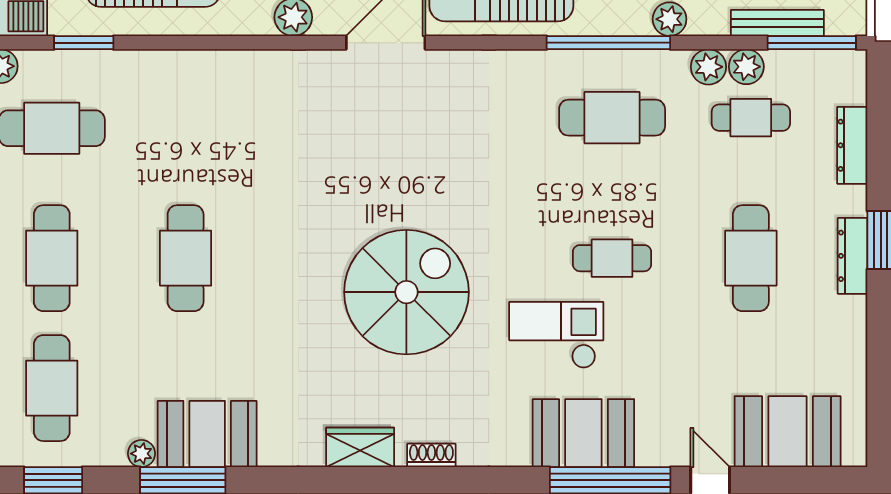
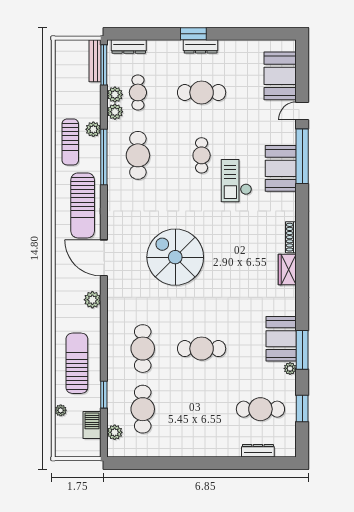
bench: (777, 23) -> (95, 61), moved
dresser: (852, 145) -> (129, 47), moved
cafe table: (52, 258) -> (143, 349), moved, turned 90
spiral stairs: (406, 292) -> (175, 257), moved
shoe rack: (431, 455) -> (291, 237), width x1.43

